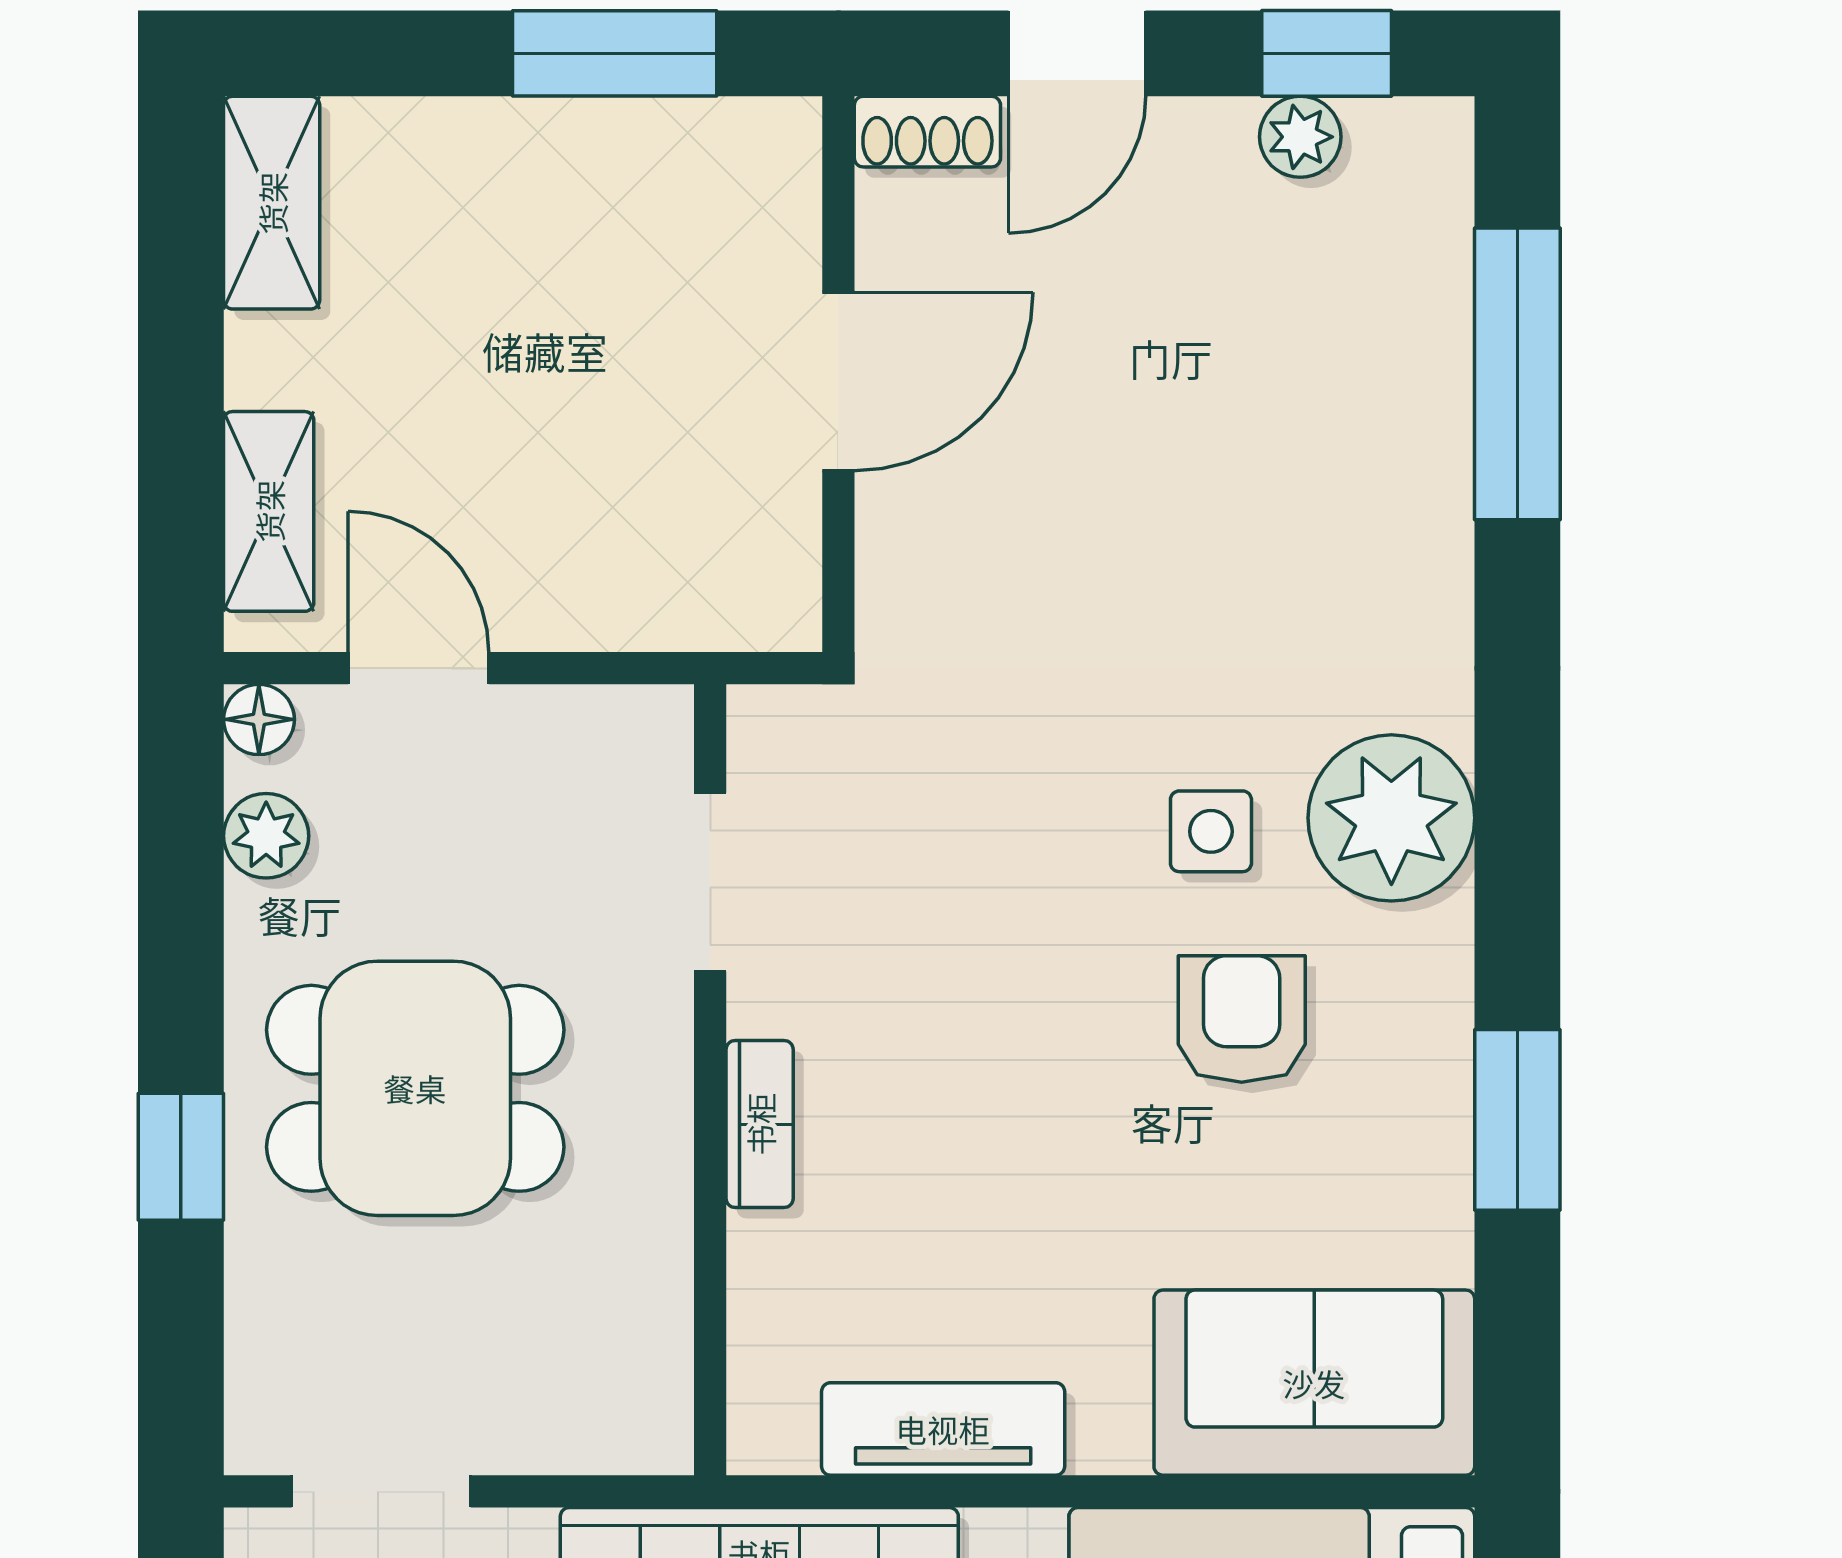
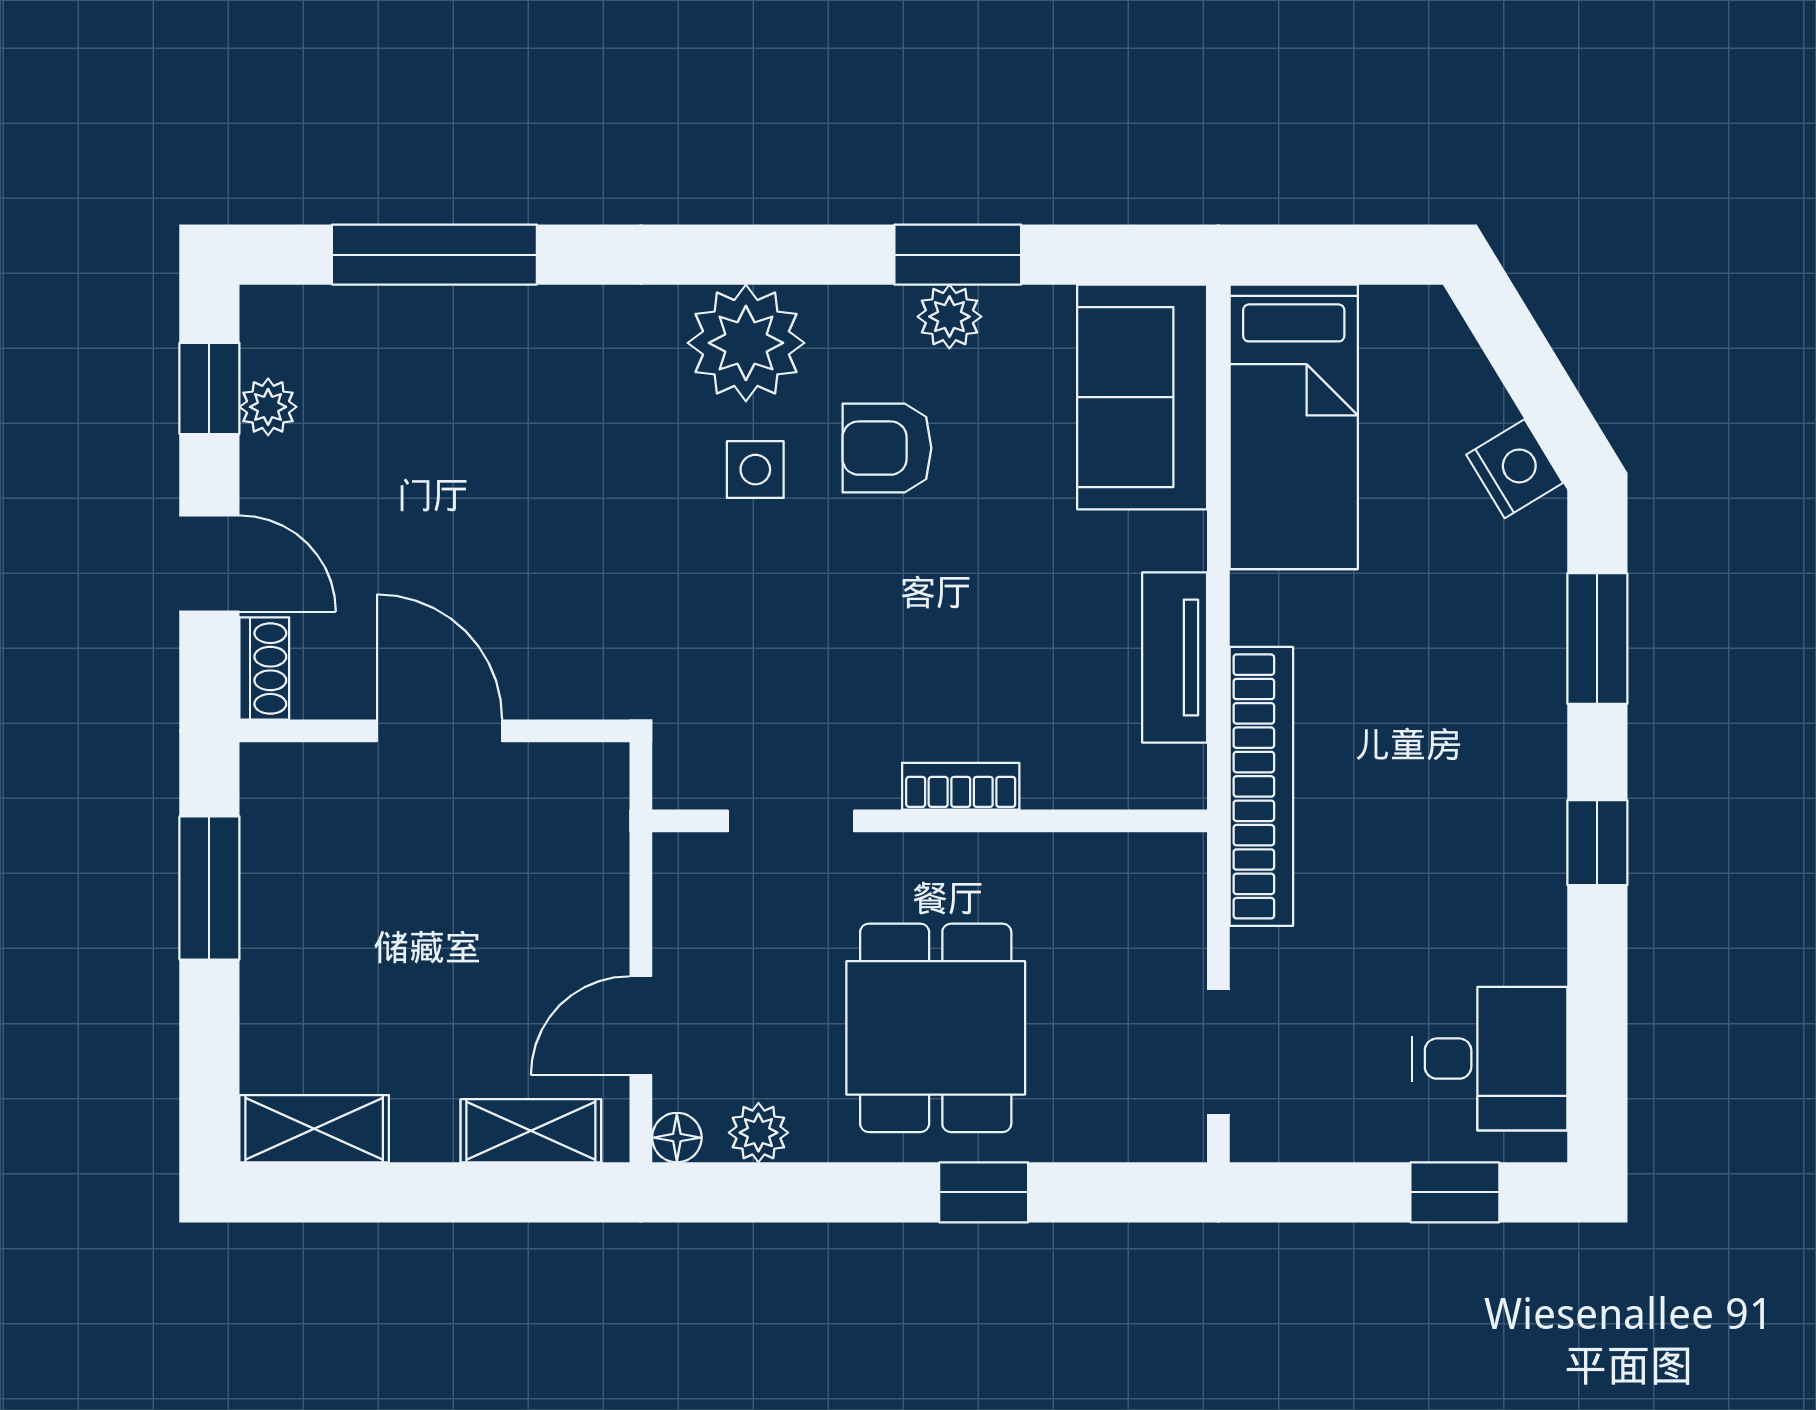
plant: (1429, 1108) -> (949, 317), added

